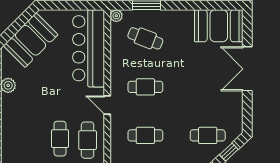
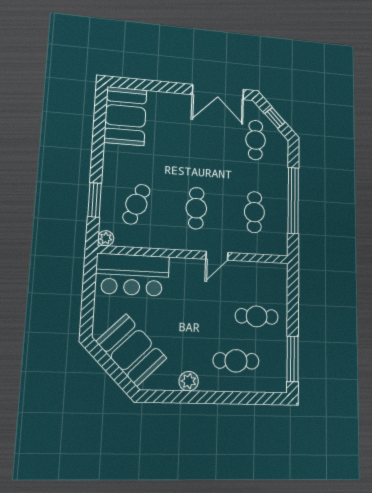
bar counter: (89, 48) -> (132, 275), width x0.73
double door: (247, 69) -> (218, 92), moved
cafe table: (88, 140) -> (236, 361), moved

